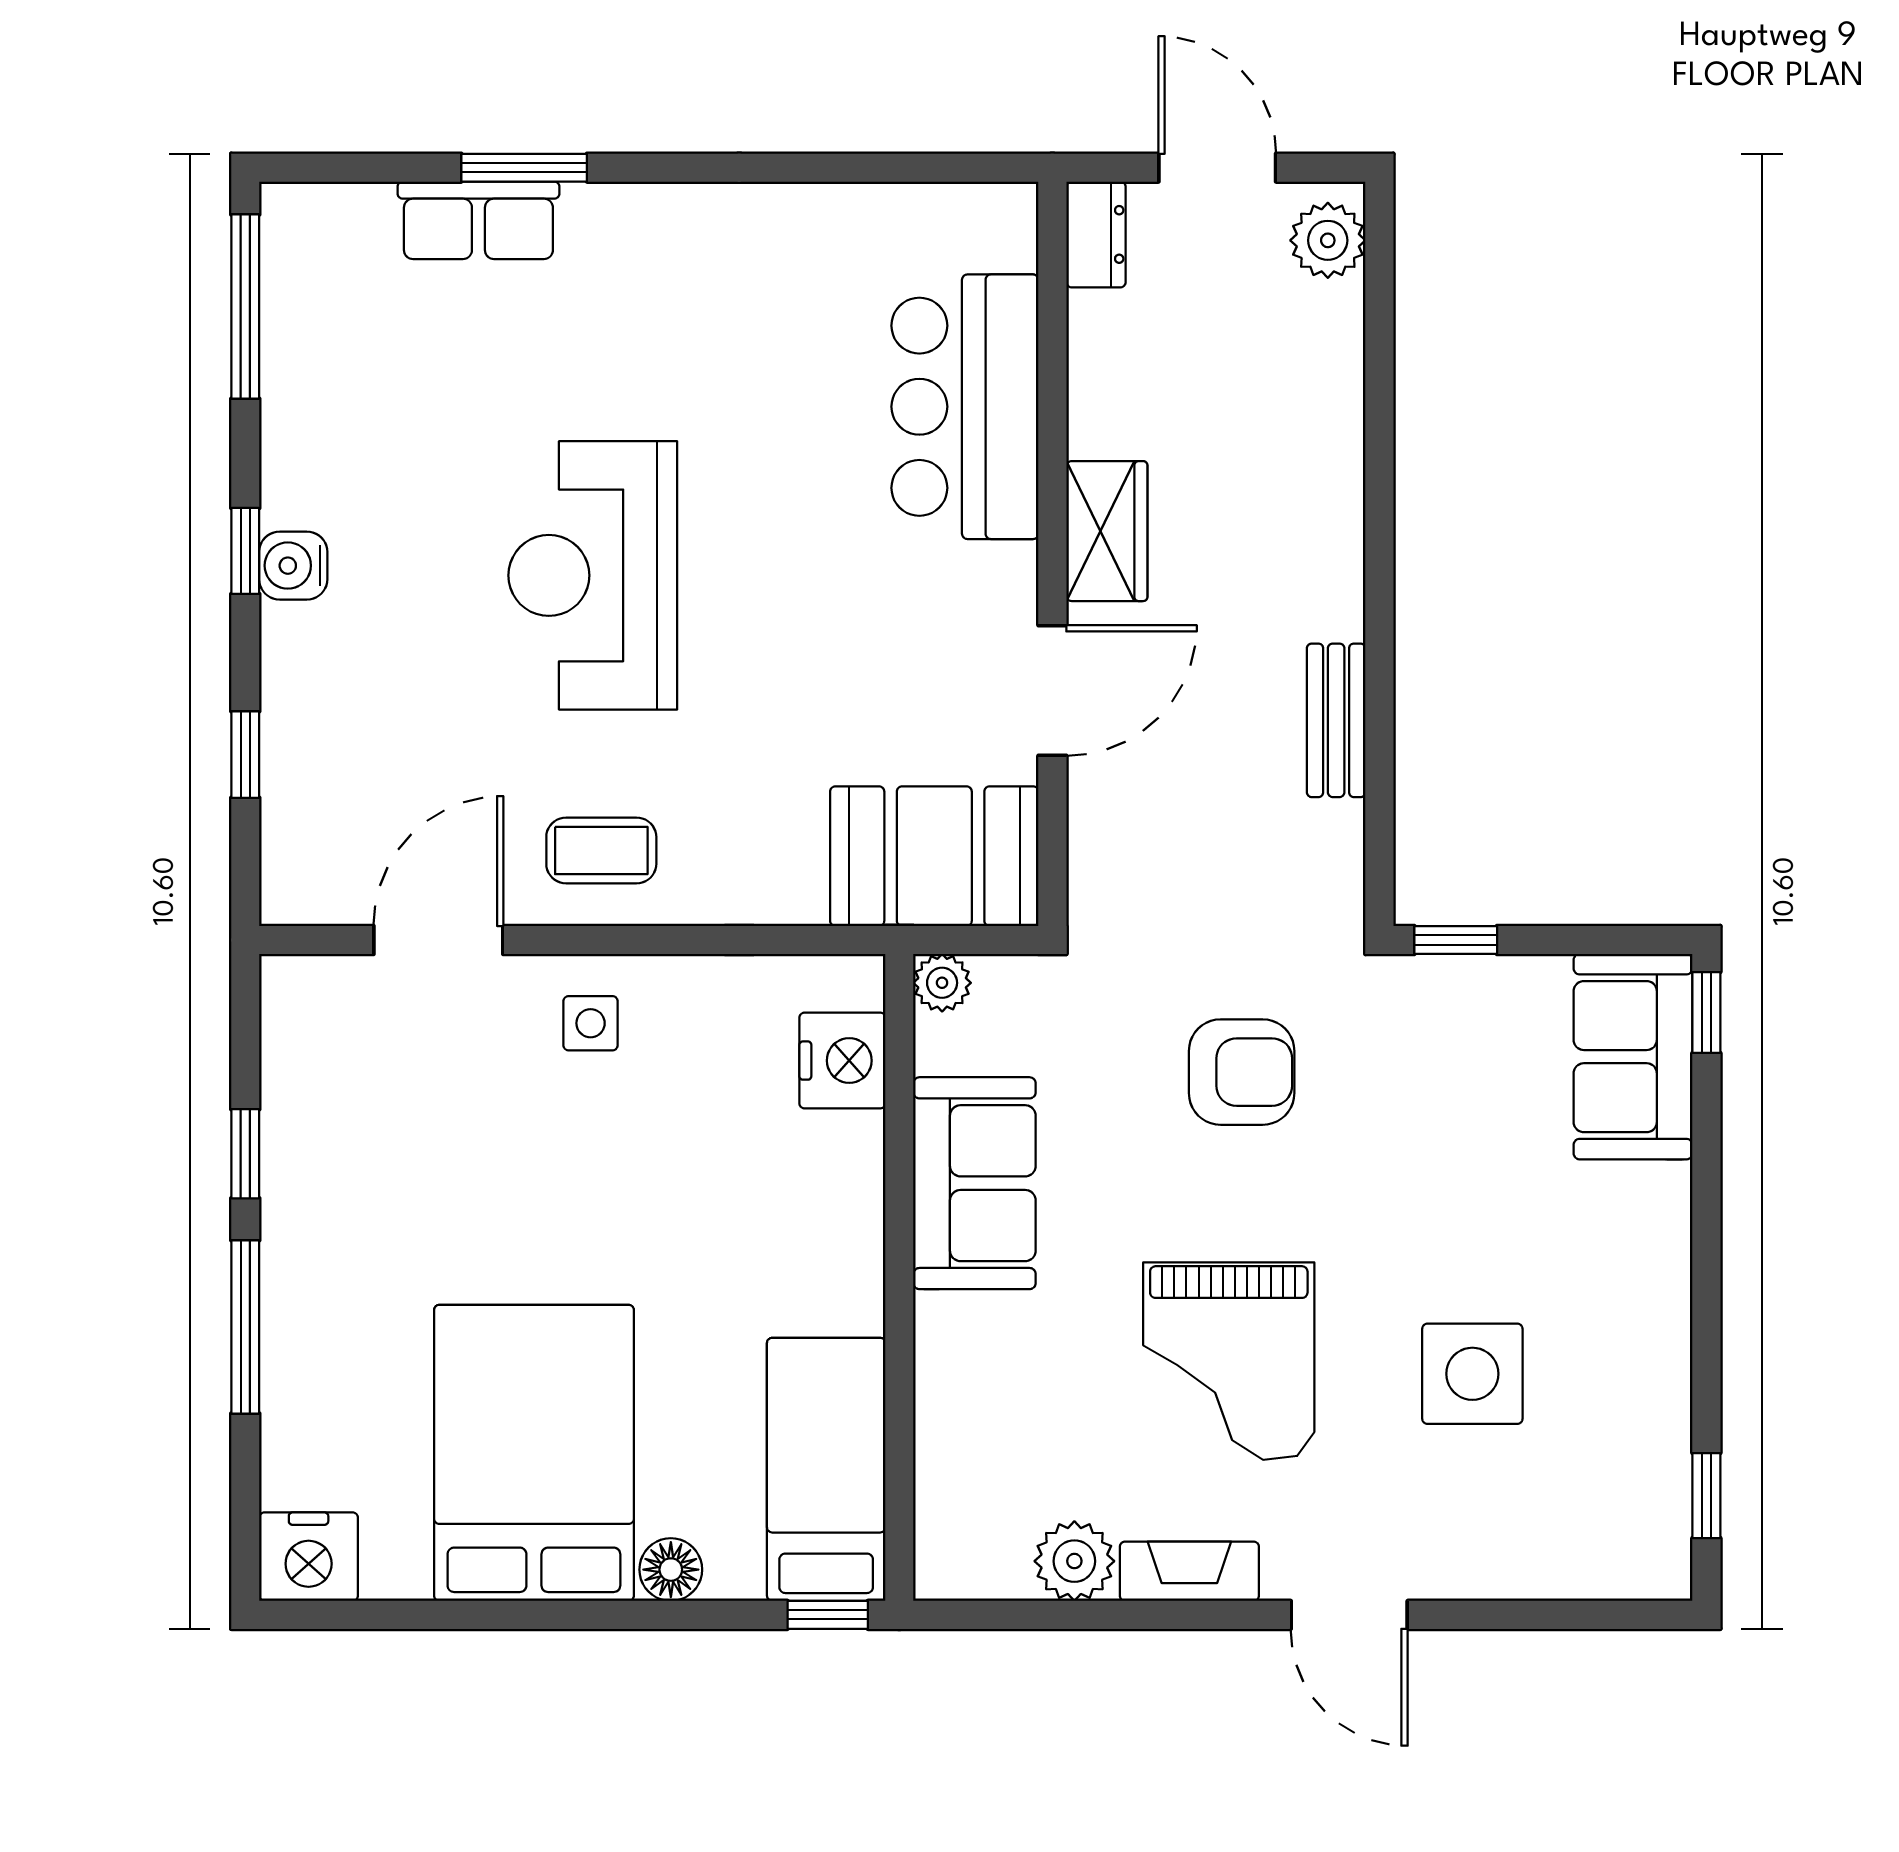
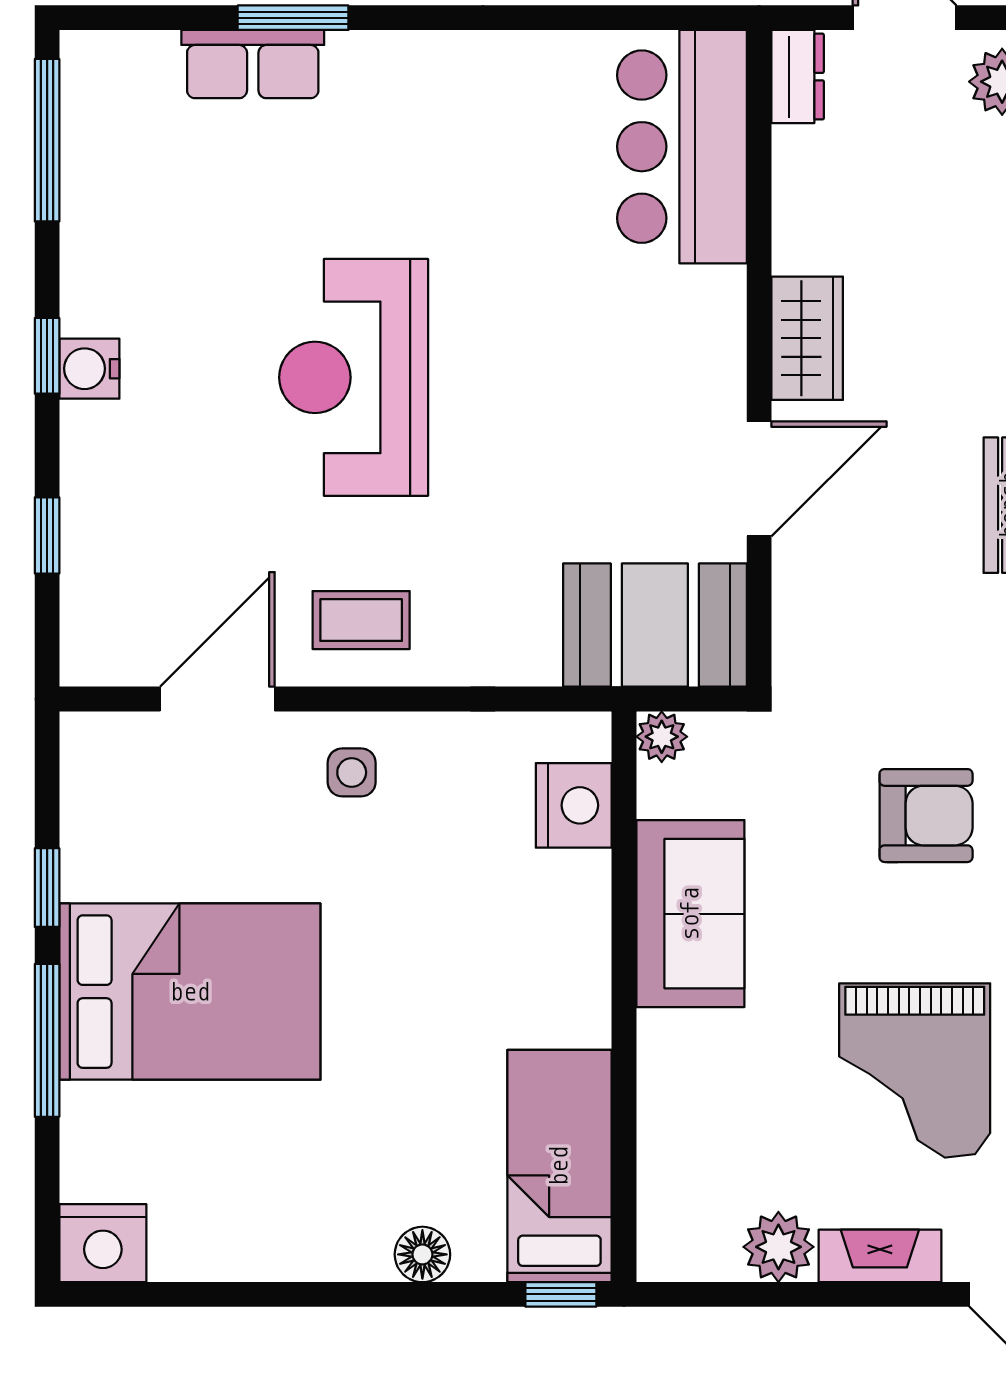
bar counter: (965, 407) -> (682, 147), moved
bed: (534, 1453) -> (190, 992), moved, turned 90

